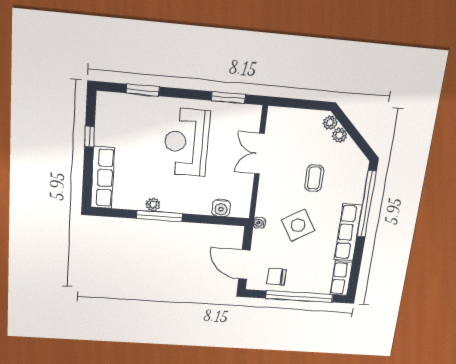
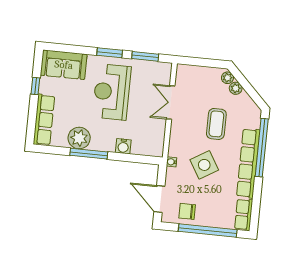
window: (143, 90) -> (110, 53), moved
sofa: (124, 109) -> (64, 65), added
coffee table: (314, 178) -> (216, 124), width x1.36, depth x1.30
plant: (153, 205) -> (79, 138), width x1.87, depth x1.87
water cooler: (221, 208) -> (123, 146), moved
row of seats: (348, 232) -> (248, 163), width x1.36

